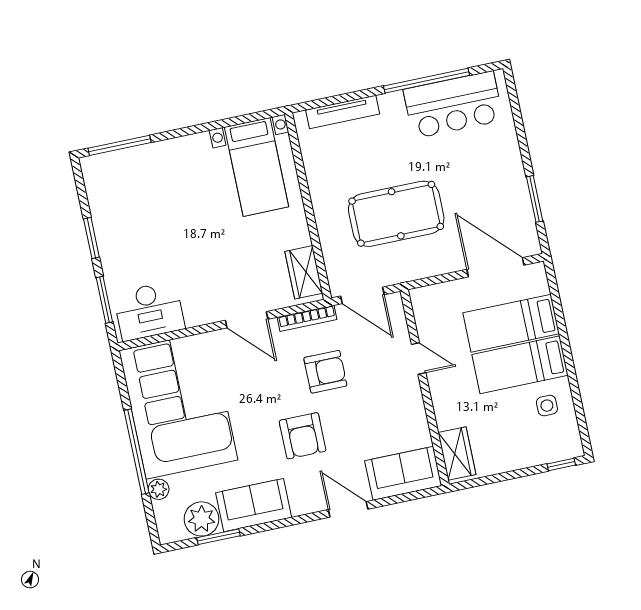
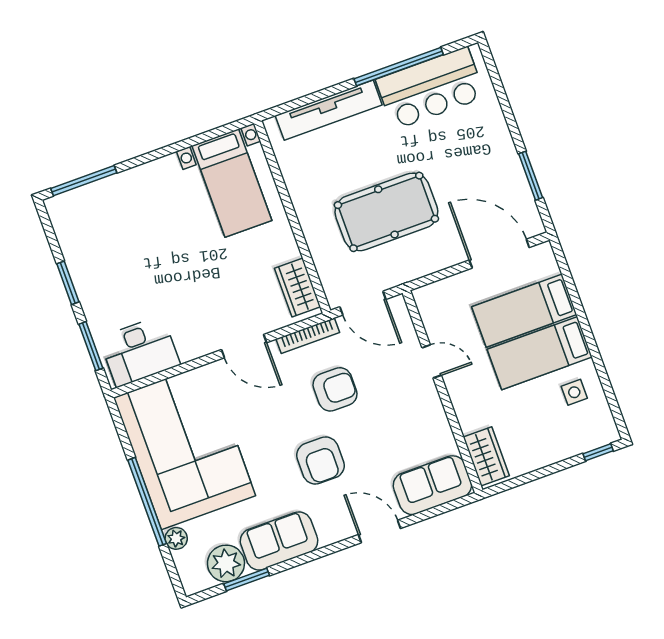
tv unit: (343, 112) -> (329, 110), width x1.36, depth x1.29

